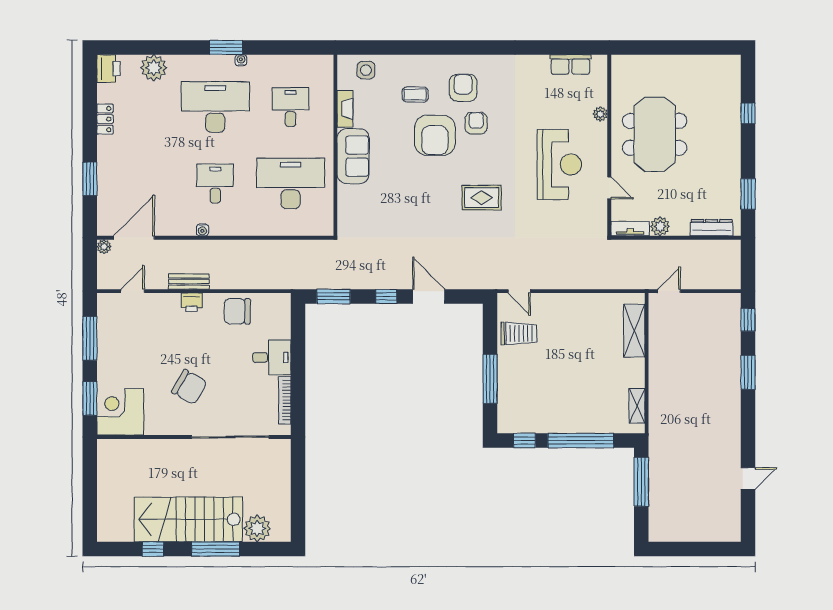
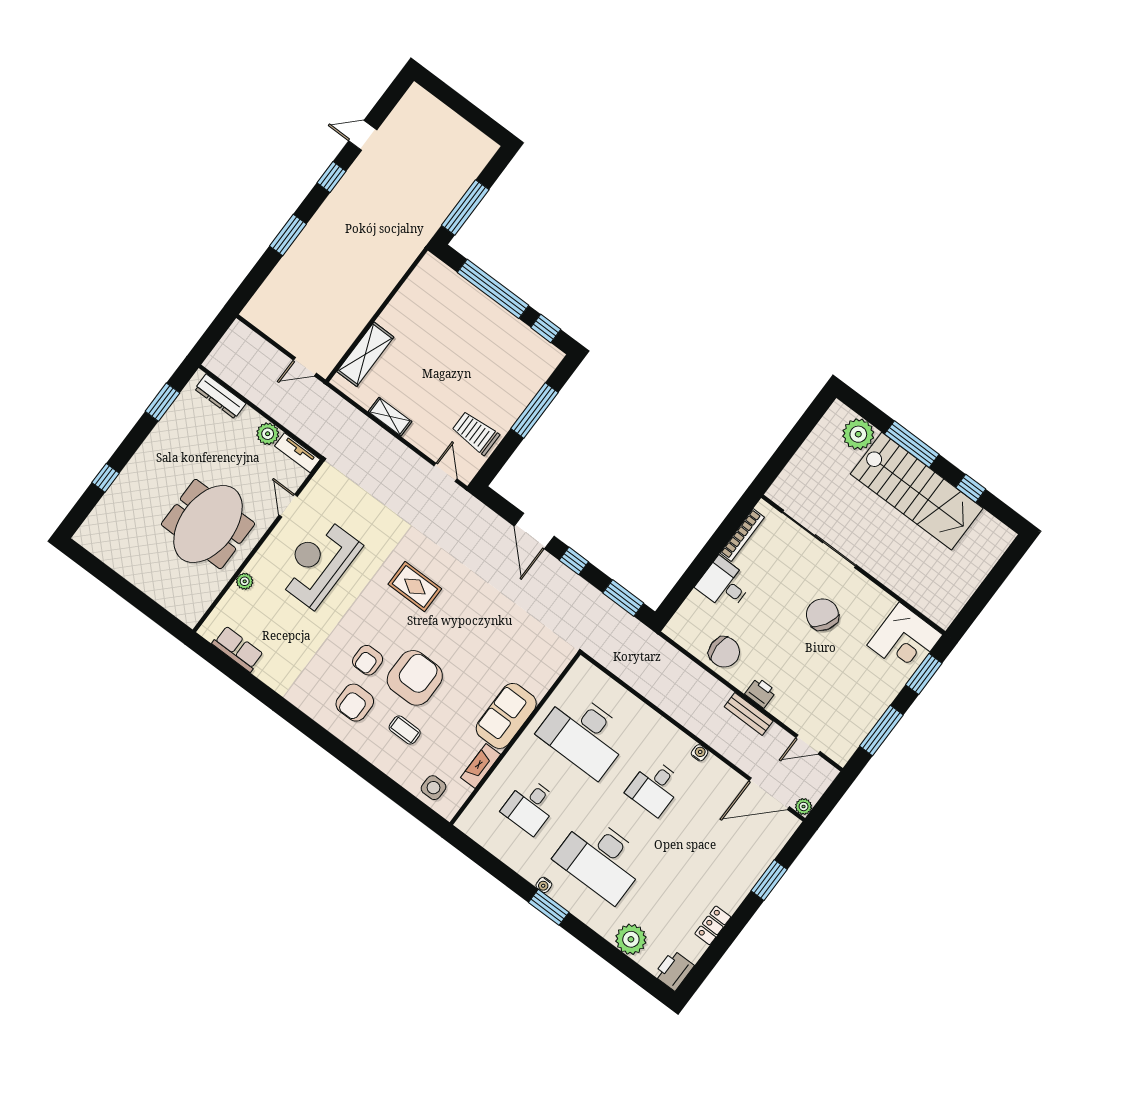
window: (748, 320) -> (331, 177), moved
shelving: (637, 406) -> (390, 417), moved, turned 90

